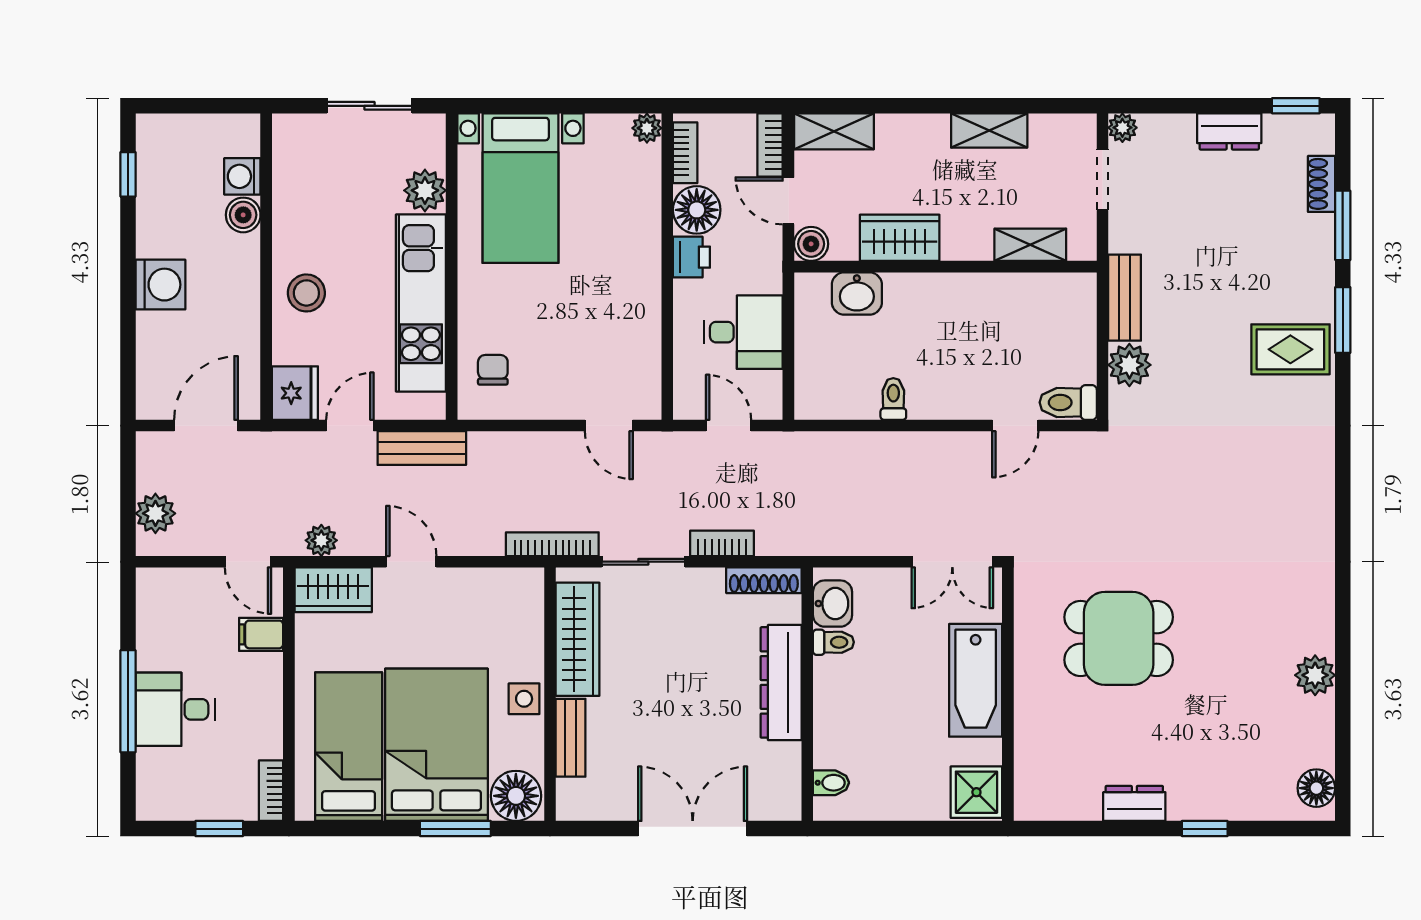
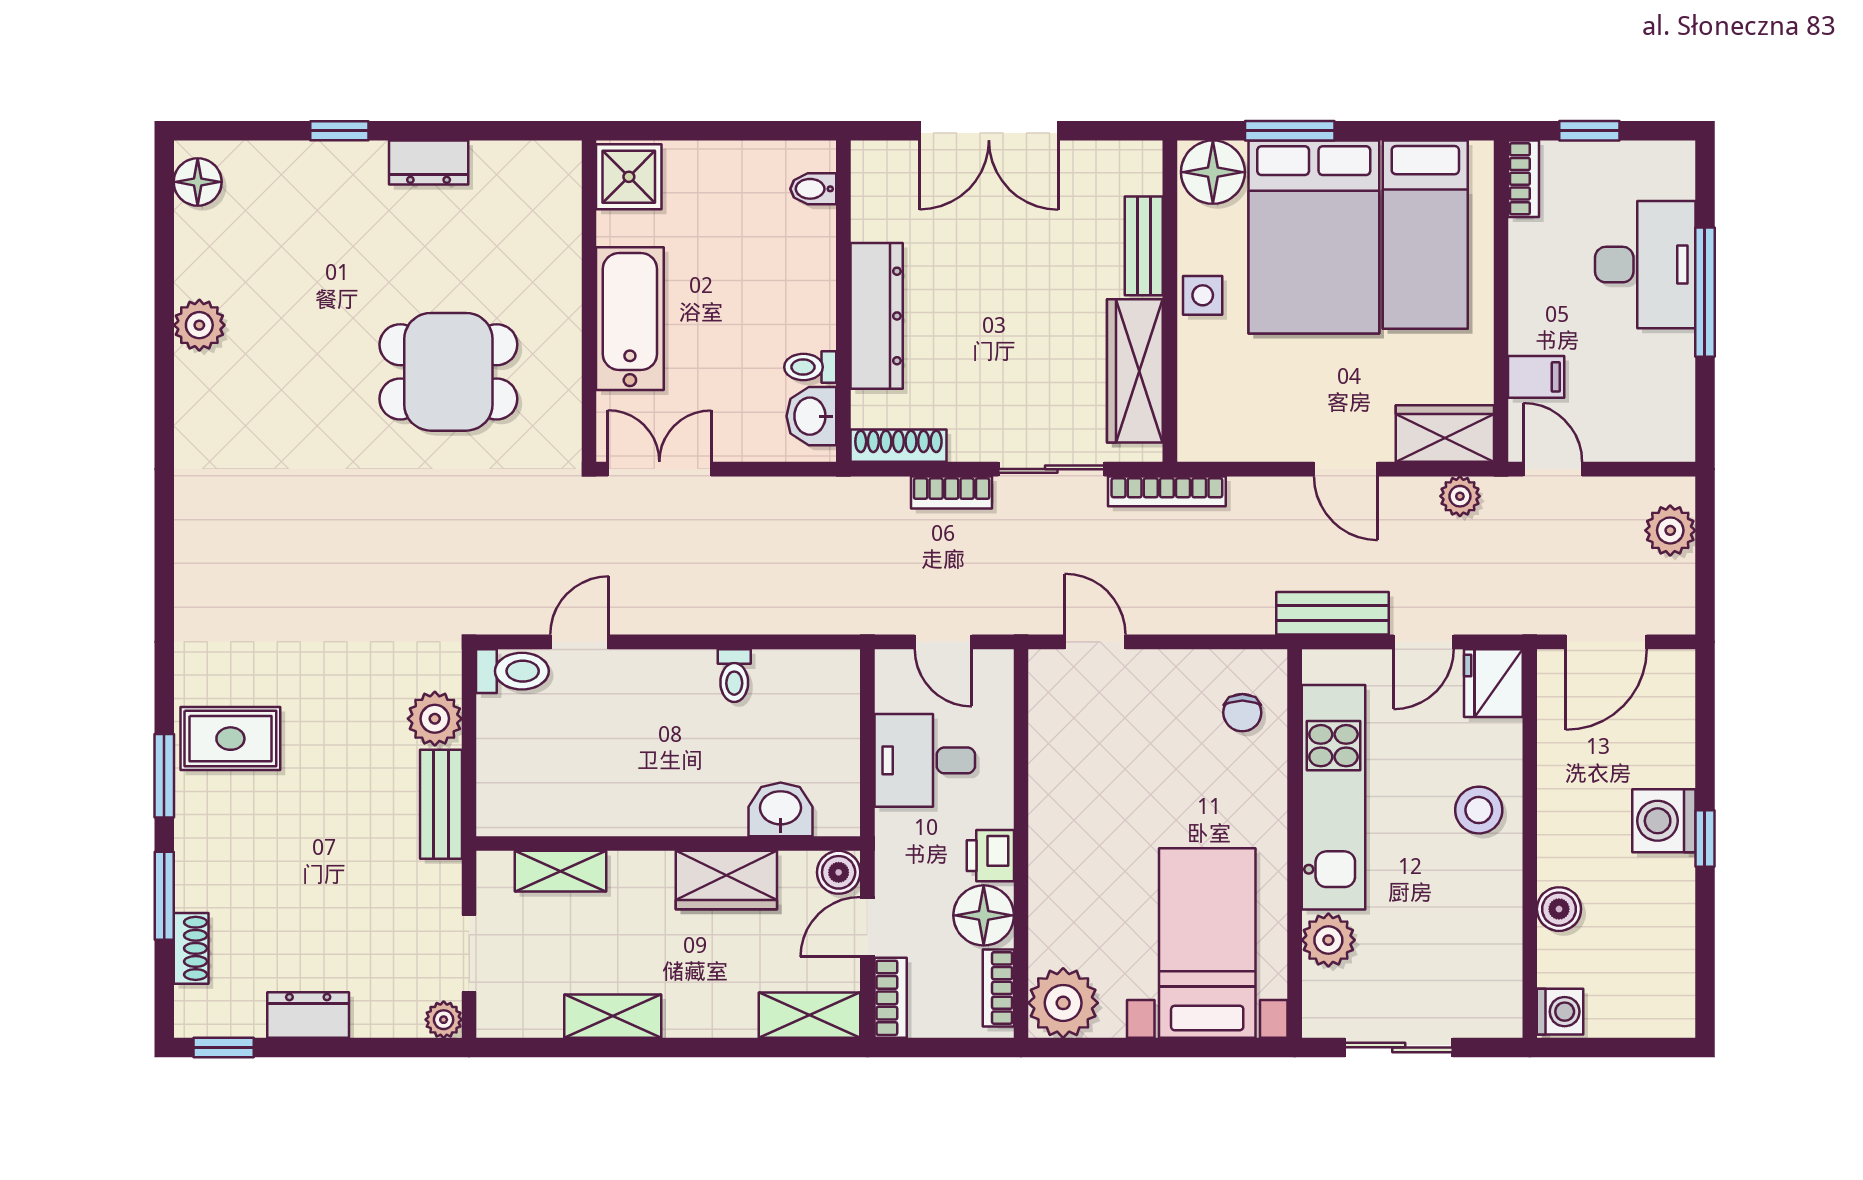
plant: (647, 128) -> (1063, 1003), width x1.88, depth x1.88
window: (128, 174) -> (1705, 839), moved
washing machine: (242, 176) -> (1560, 1012), moved
door: (788, 201) -> (867, 927), swing flipped
desk: (175, 709) -> (1645, 265), width x1.37

